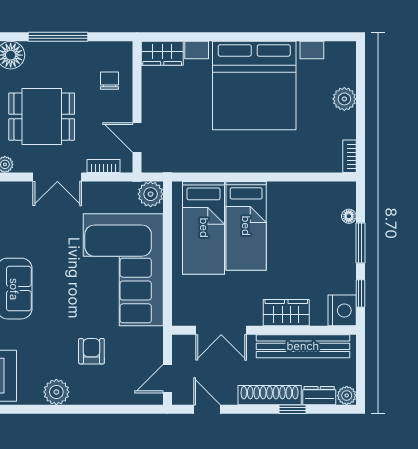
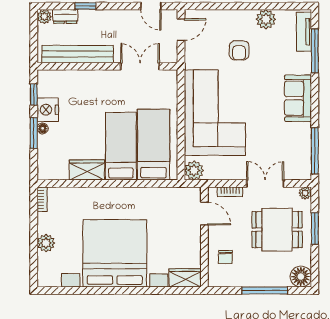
floor lamp: (349, 216) -> (43, 128), moved
nightstand: (342, 310) -> (48, 110), moved
wardrobe: (286, 313) -> (87, 170), moved, turned 180
shoe rack: (270, 395) -> (103, 17), removed

